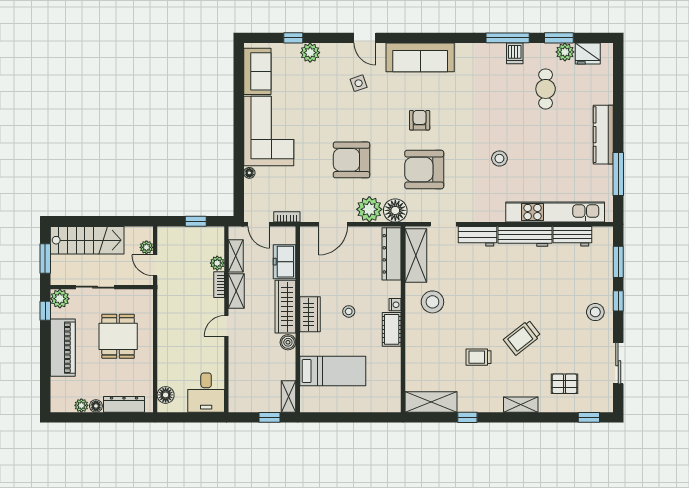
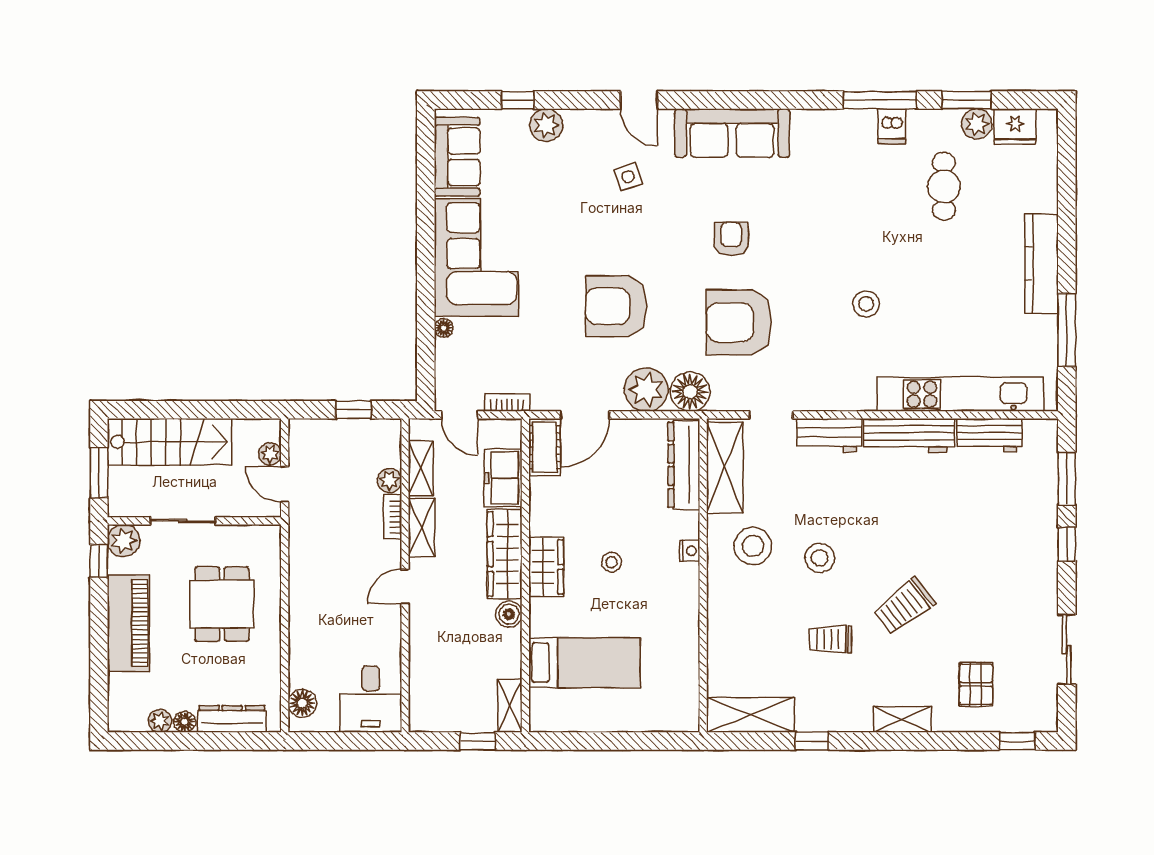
stool: (595, 312) -> (820, 558), moved
cot: (392, 329) -> (545, 447), moved
pallet: (565, 384) -> (976, 684), turned 90

